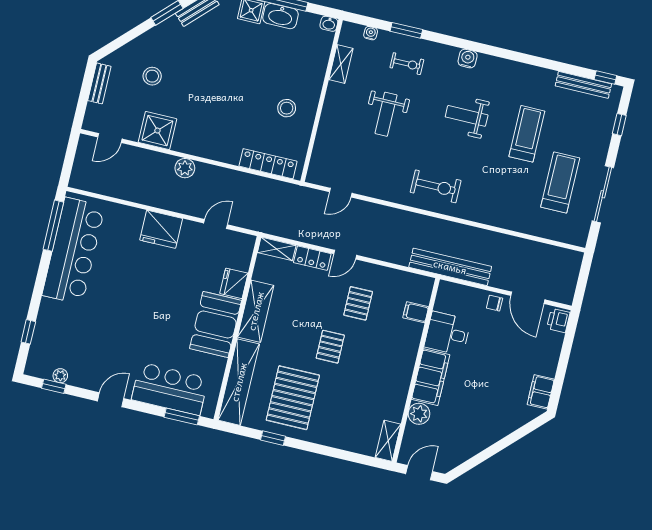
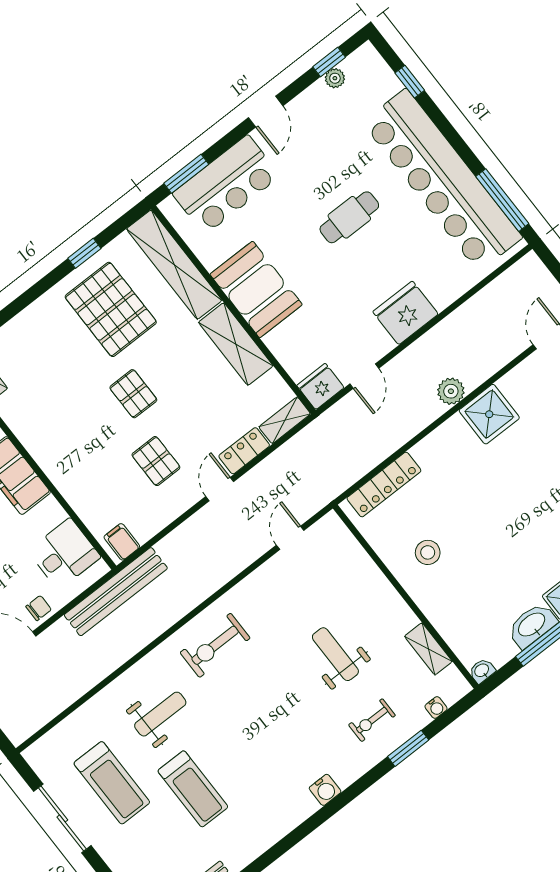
weight bench: (467, 116) -> (160, 714), moved
shower: (157, 131) -> (489, 414), moved
bar counter: (73, 251) -> (442, 180), width x1.36
fridge: (234, 283) -> (320, 387), moved, turned -90
cafe table: (132, 304) -> (349, 217), added
filing cabinet: (416, 312) -> (122, 542), moved, turned -90
desk: (448, 333) -> (64, 554), moved

